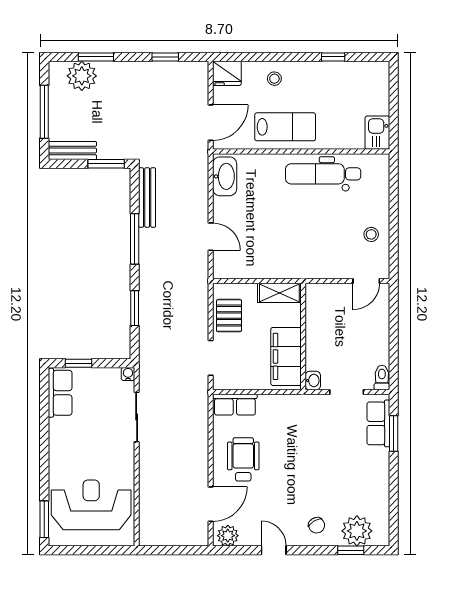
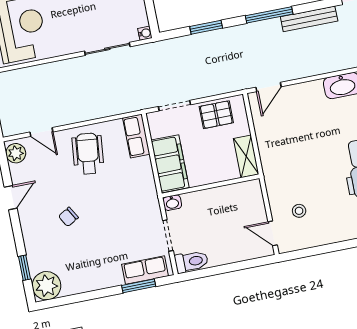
stool: (371, 234) -> (299, 211), moved
door: (211, 237) -> (269, 87), moved
filing cabinet: (286, 356) -> (170, 164), moved, turned 90
toilet: (382, 377) -> (191, 262), width x1.37, depth x1.39
wheelchair: (243, 459) -> (88, 154), turned -84
door: (211, 504) -> (41, 132), width x0.73
chair: (317, 525) -> (68, 217), moved
plant: (357, 531) -> (46, 286), moved

